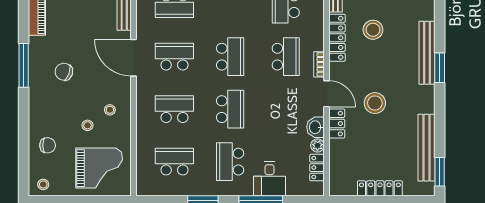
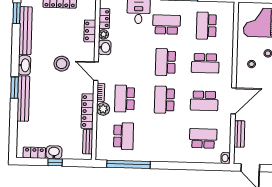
stool: (373, 30) -> (61, 116), removed
plant: (315, 41) -> (103, 109), added
door: (134, 58) -> (233, 101), hinge flipped
washbasin: (427, 99) -> (24, 65), added
locker: (337, 124) -> (90, 31), moved
school desk: (174, 162) -> (206, 26), turned 90
school desk: (230, 162) -> (166, 25), turned -90

